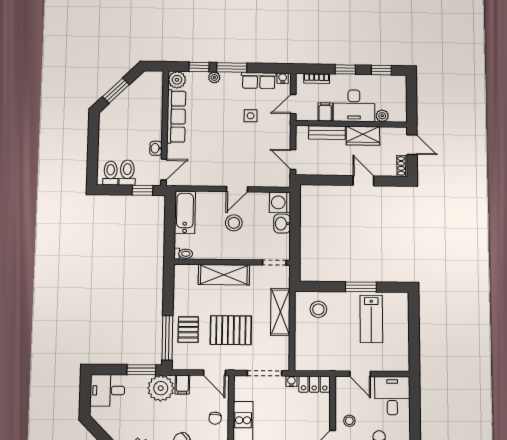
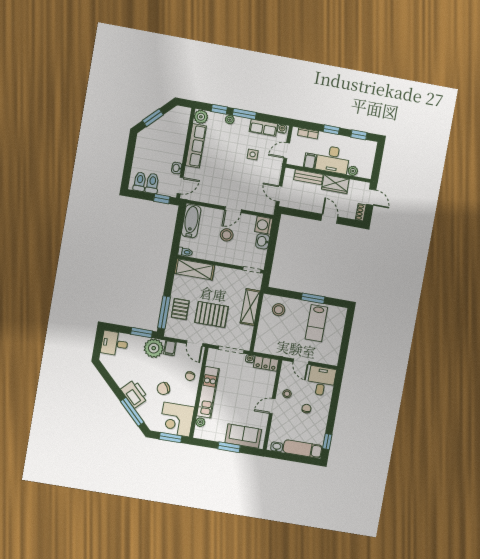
shelving: (224, 275) -> (195, 269), moved

